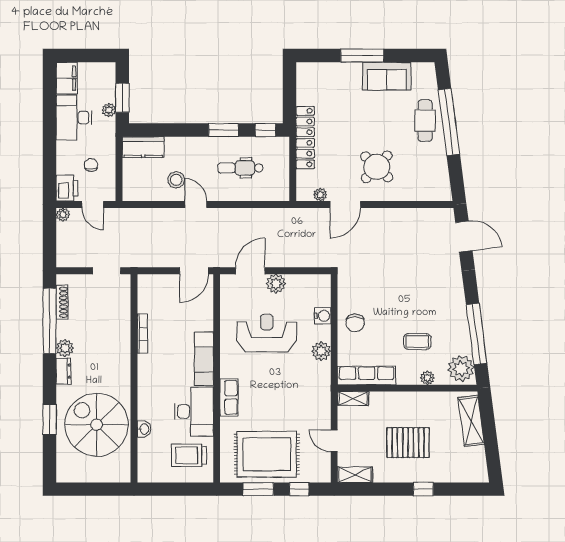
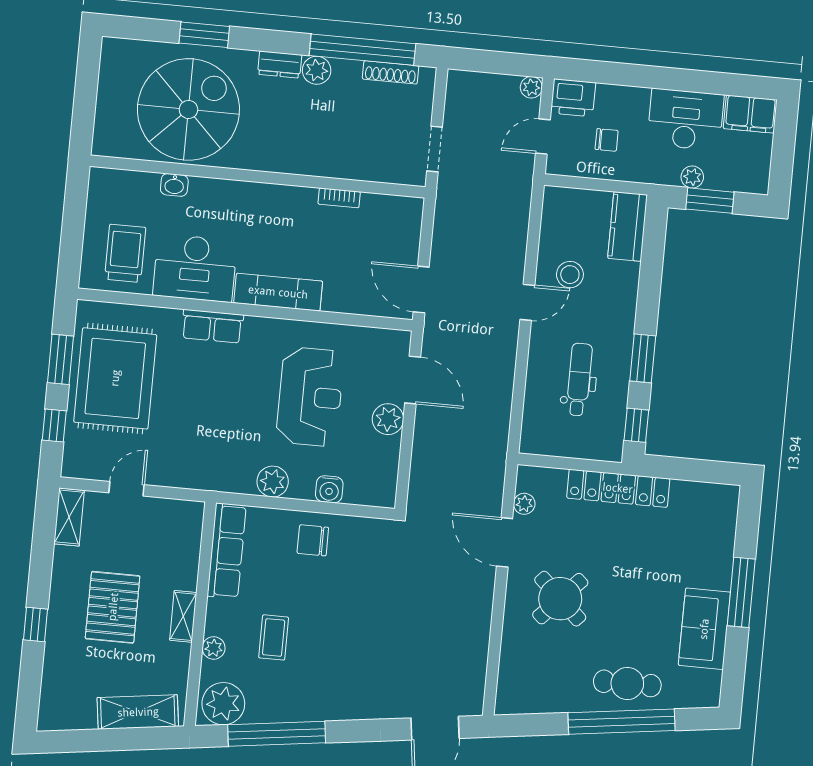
bookcase: (142, 334) -> (339, 198), width x0.64
shelving: (353, 398) -> (183, 616), moved

